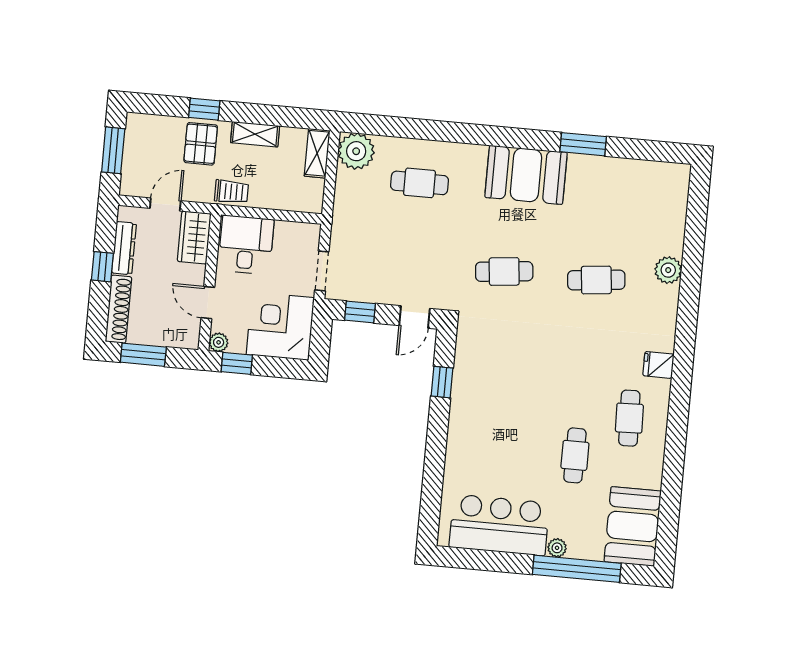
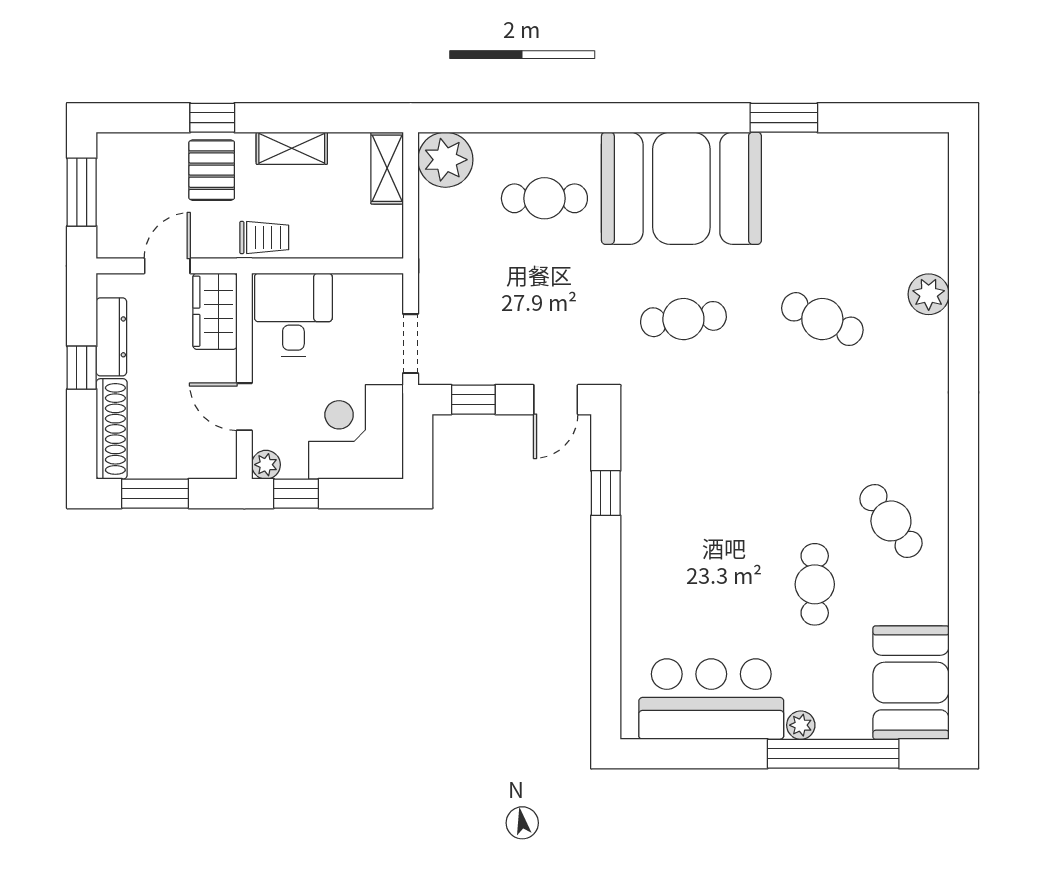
booth: (526, 175) -> (681, 188), width x1.36, depth x1.42
cafe table: (596, 280) -> (822, 319), turned 30
fridge: (658, 365) -> (927, 437), removed
cafe table: (629, 418) -> (891, 521), turned -35

